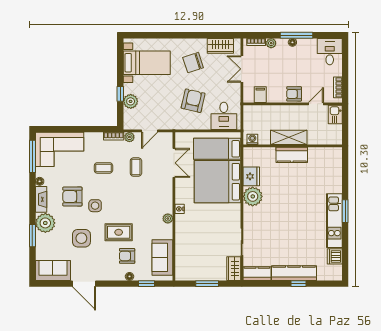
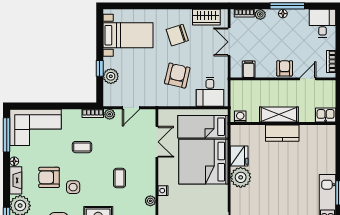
armchair: (294, 94) -> (285, 68), turned 90
kitchen sink: (335, 114) -> (326, 115), moved, turned 90
coffee table: (136, 167) -> (119, 178), moved

